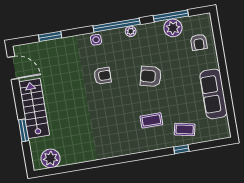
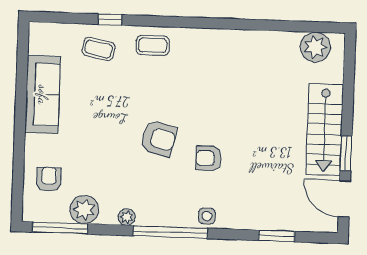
window: (171, 16) -> (60, 228), moved
plant: (131, 31) -> (127, 217), moved
armchair: (151, 76) -> (159, 138), moved
coffee table: (151, 120) -> (153, 45), moved
window: (24, 130) -> (346, 153), moved

